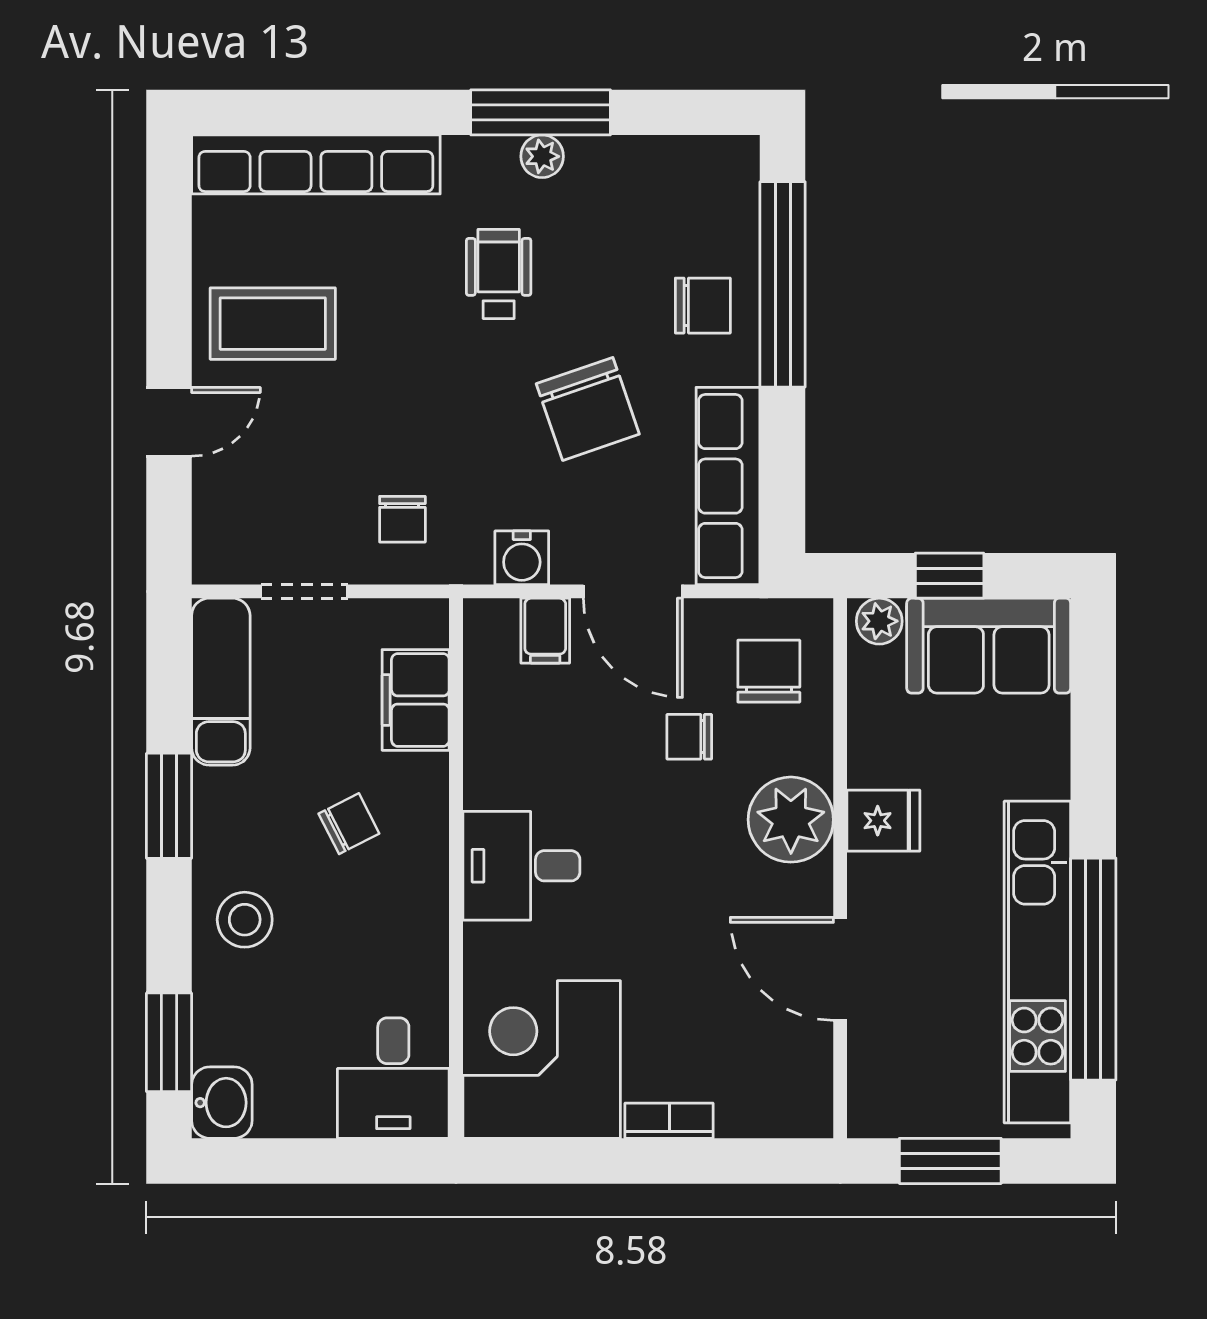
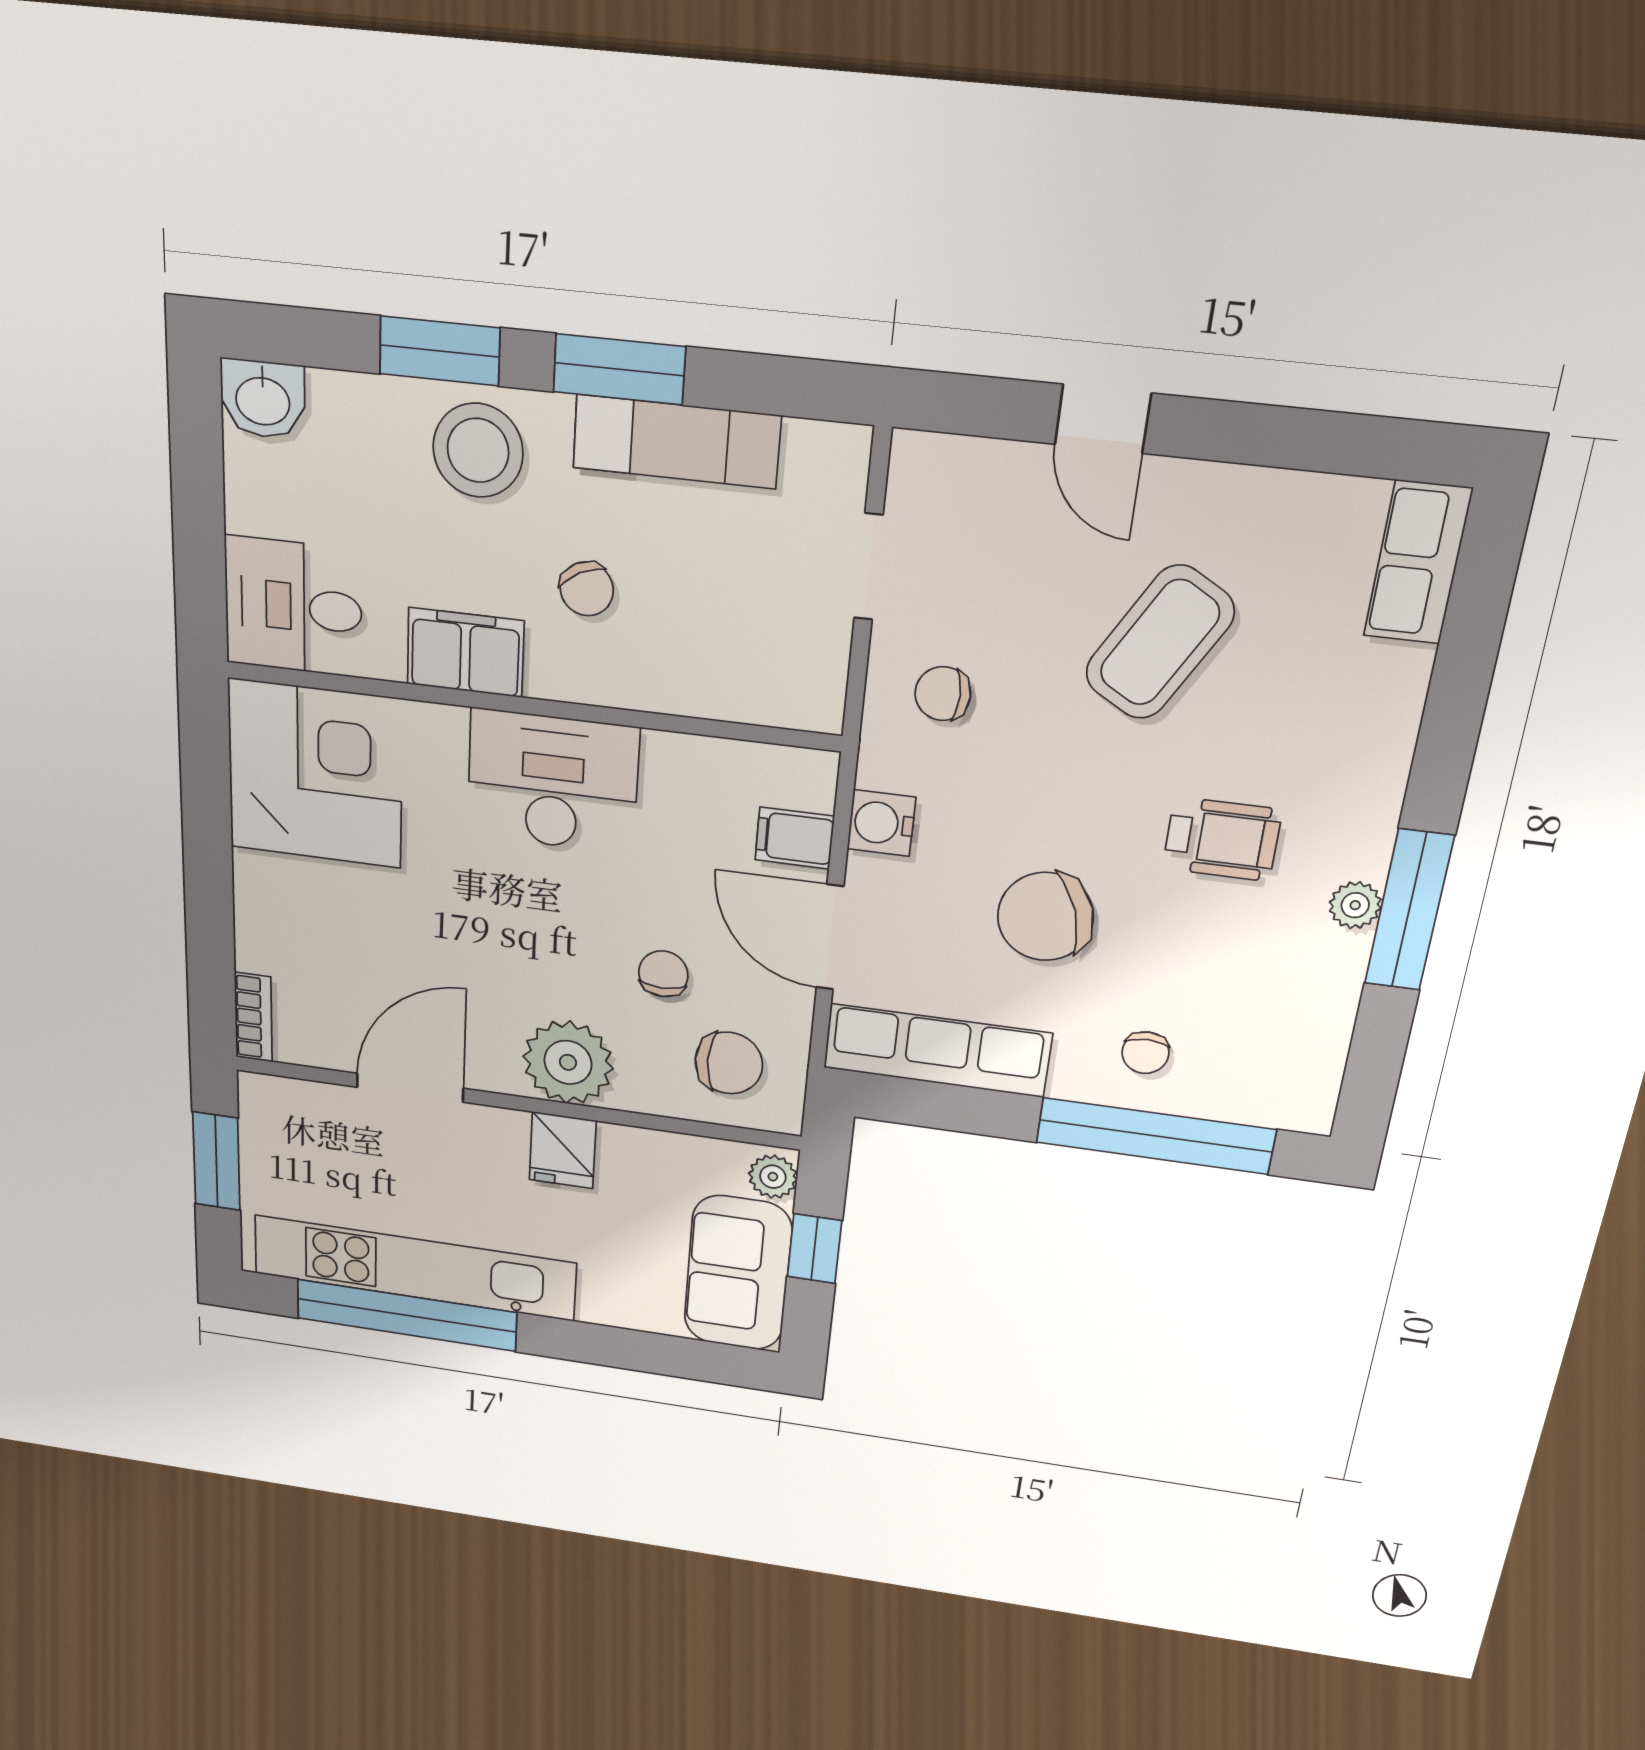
row of seats: (316, 164) -> (1418, 563), width x0.50
chair: (703, 306) -> (1145, 1053), width x0.73, depth x0.73
coffee table: (273, 324) -> (1160, 642), moved, turned 30
door: (633, 591) -> (830, 937), hinge flipped
exam couch: (221, 682) -> (676, 442), moved
filing cabinet: (416, 700) -> (465, 653), moved
desk: (521, 866) -> (552, 782), width x1.37
stool: (245, 920) -> (478, 450), width x1.38, depth x1.38
window: (169, 1042) -> (440, 351), moved
bookcase: (669, 1121) -> (253, 1017), moved

